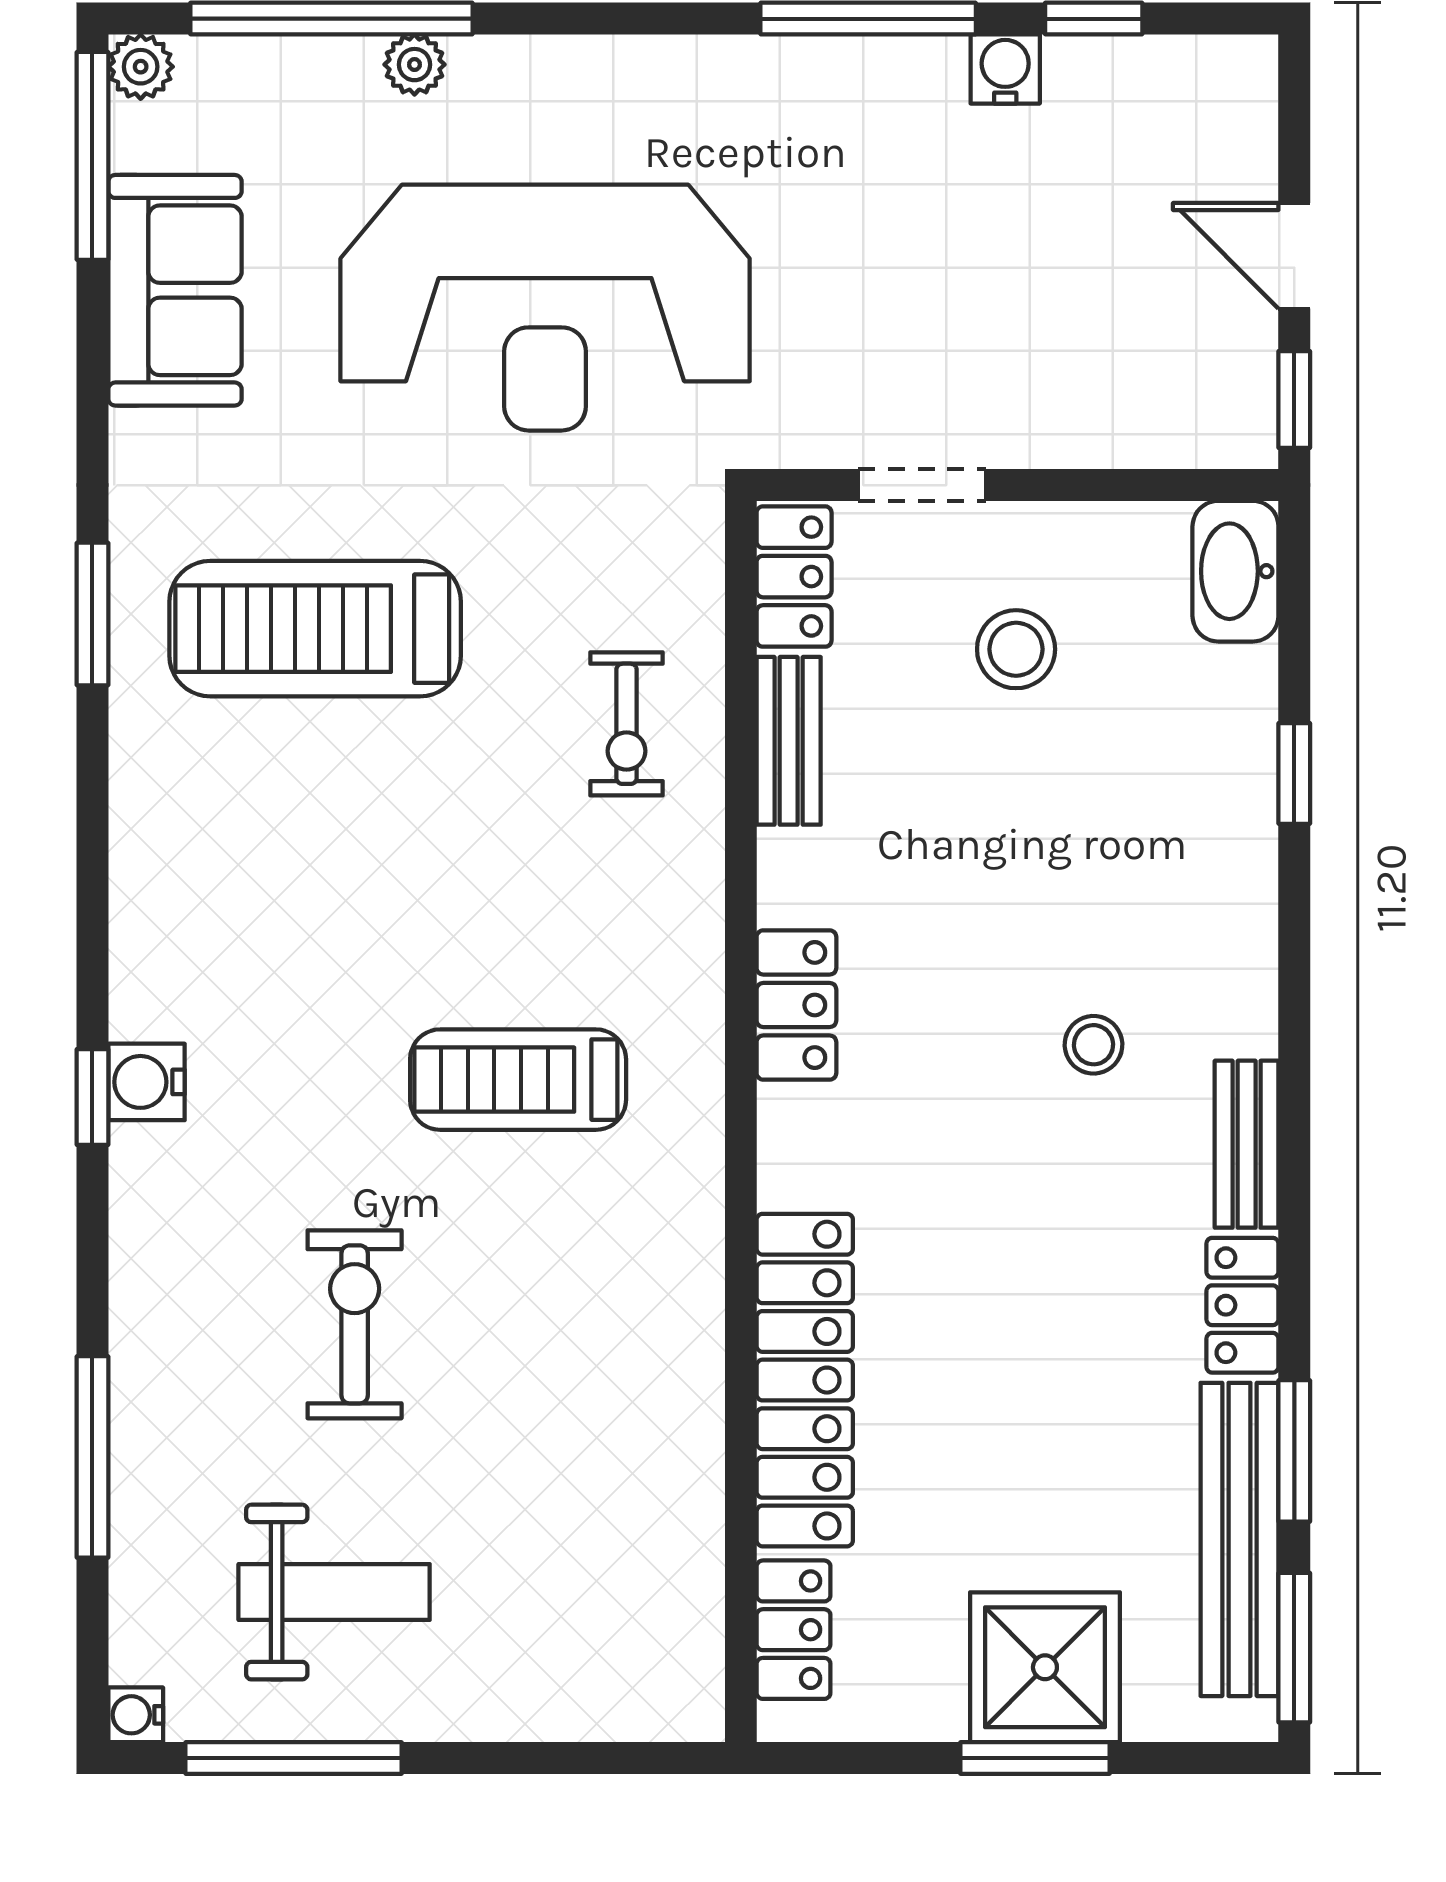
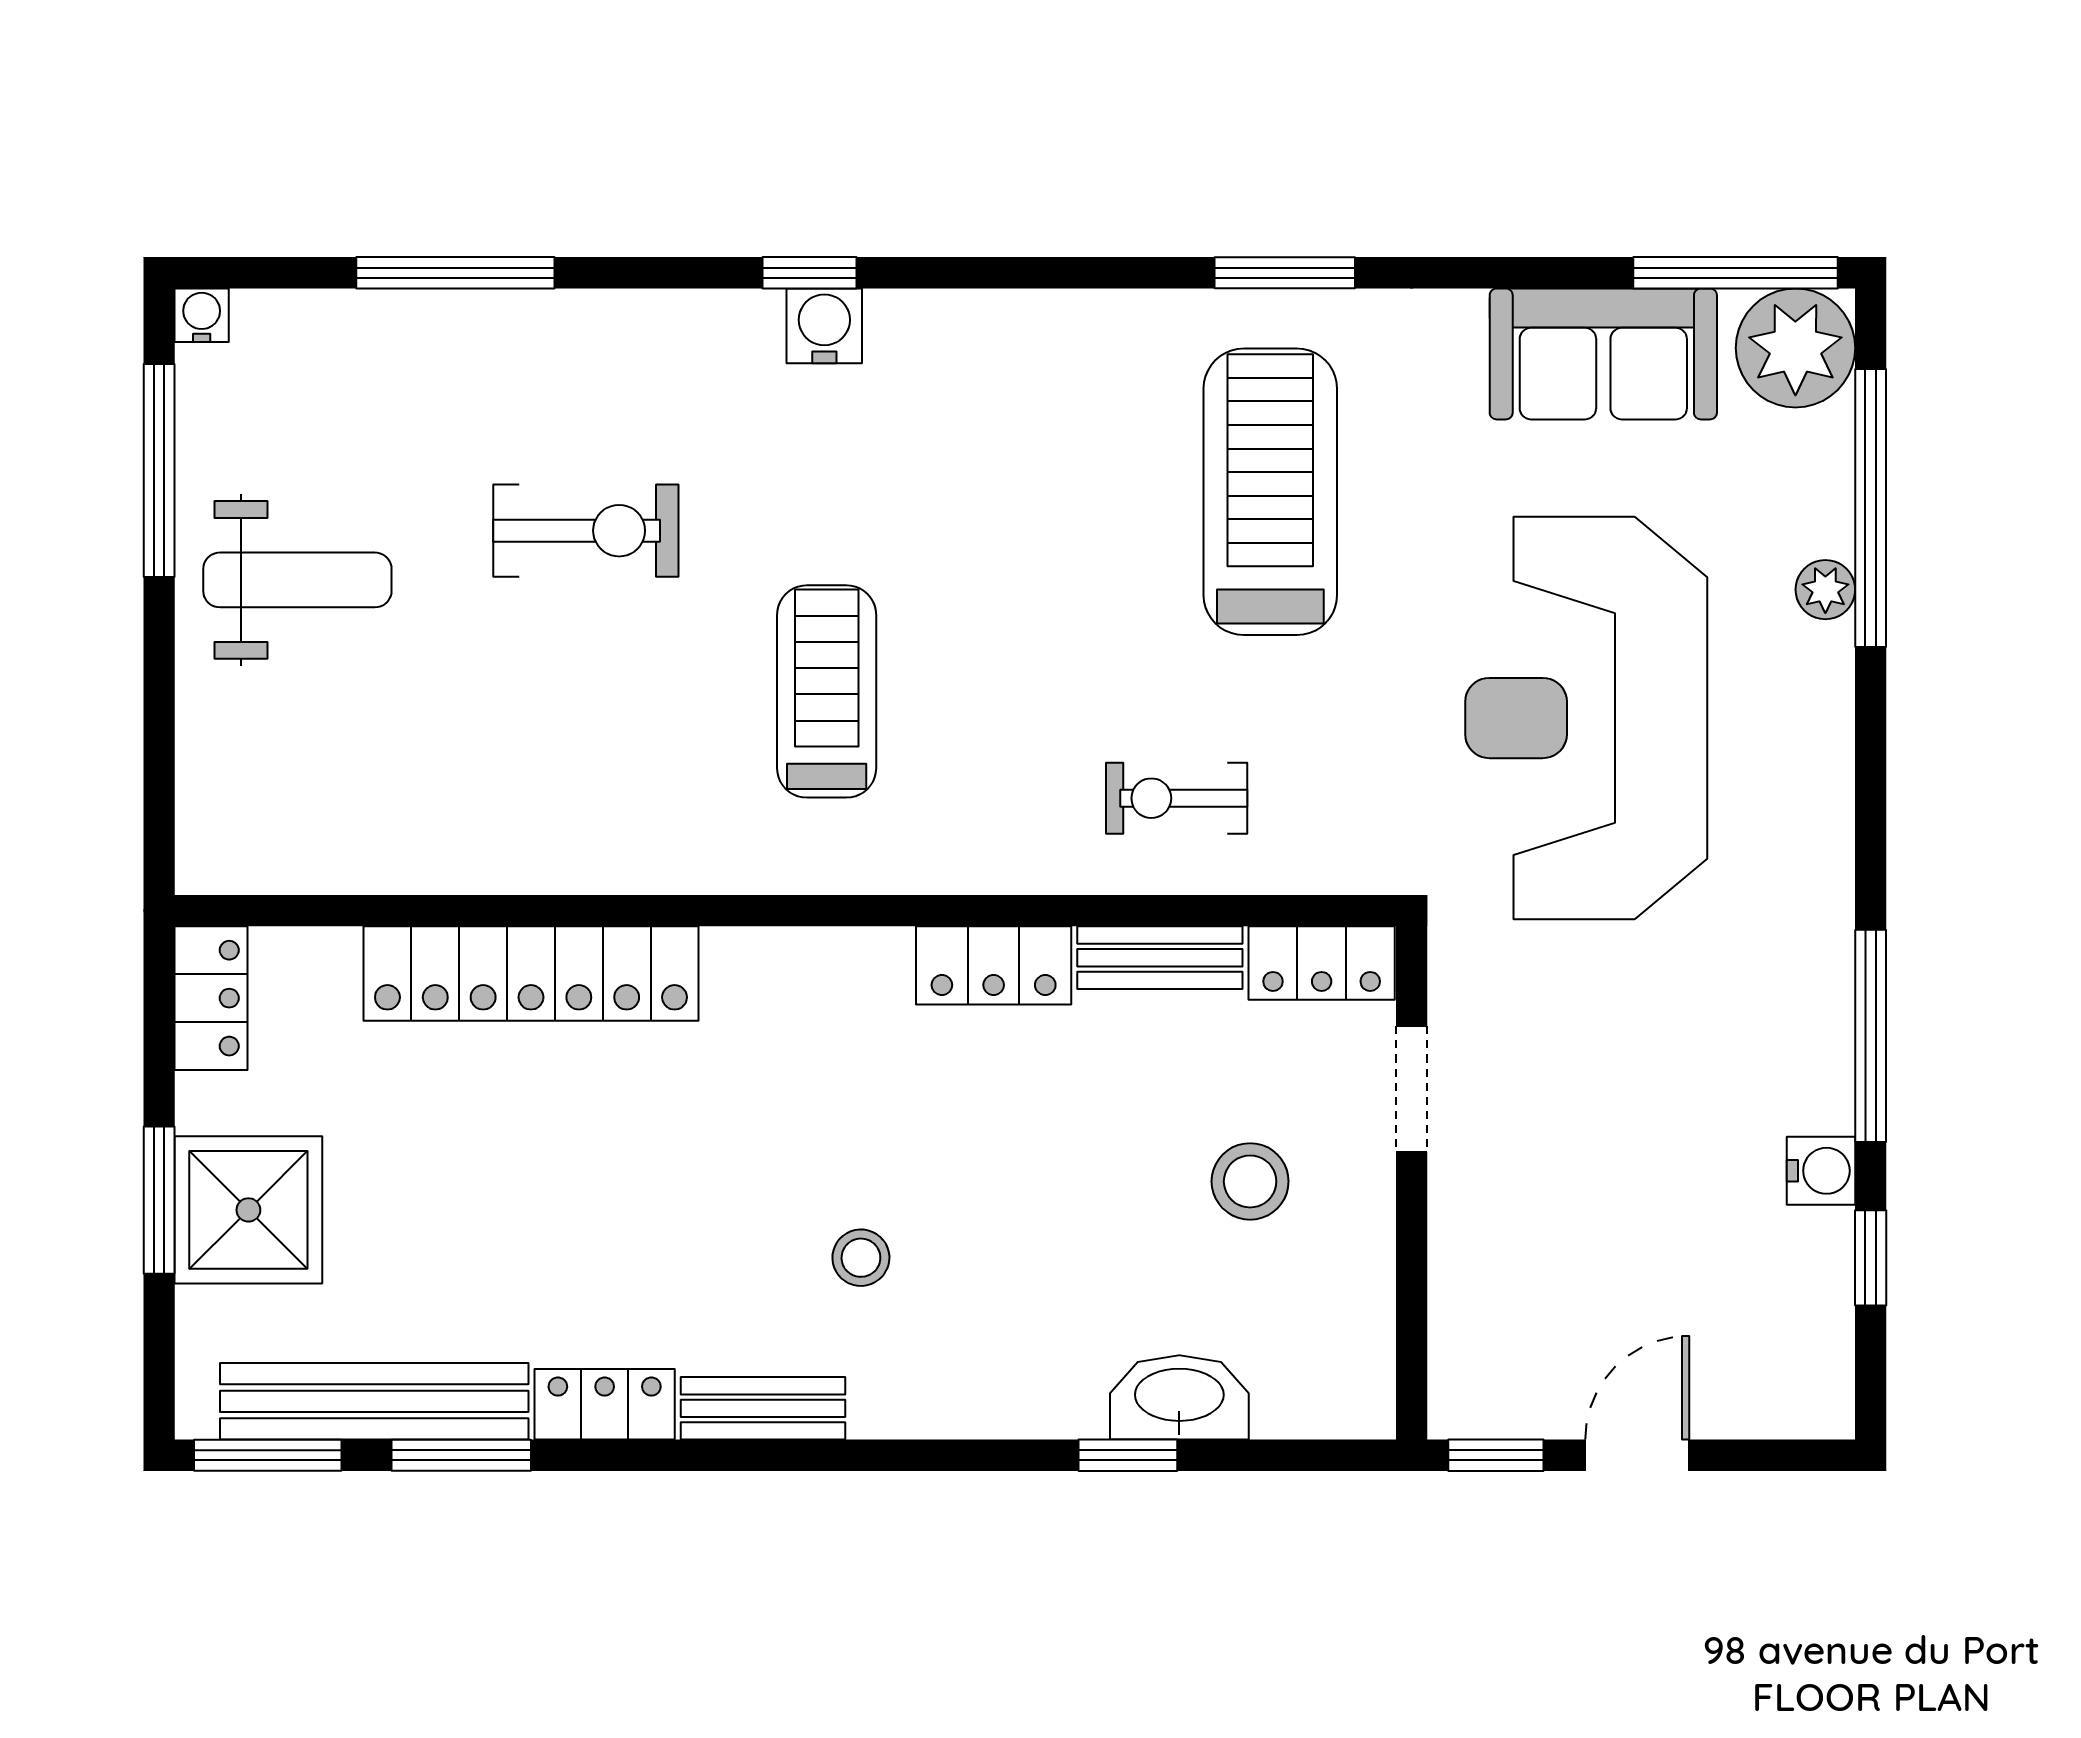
plant: (141, 67) -> (1795, 348), width x1.88, depth x1.88
washbasin: (1235, 571) -> (1179, 1397), moved
locker: (796, 1005) -> (994, 965), moved
weight bench: (334, 1592) -> (297, 580), moved, turned -90
locker: (794, 1630) -> (211, 998), moved, turned -90

